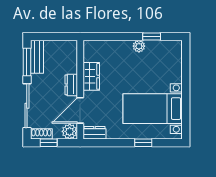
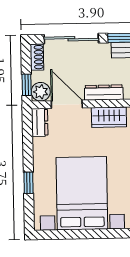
dresser: (71, 85) -> (104, 92), width x1.44
bed with nightstands: (153, 109) -> (82, 193), width x1.36
window: (49, 143) -> (27, 85), moved

